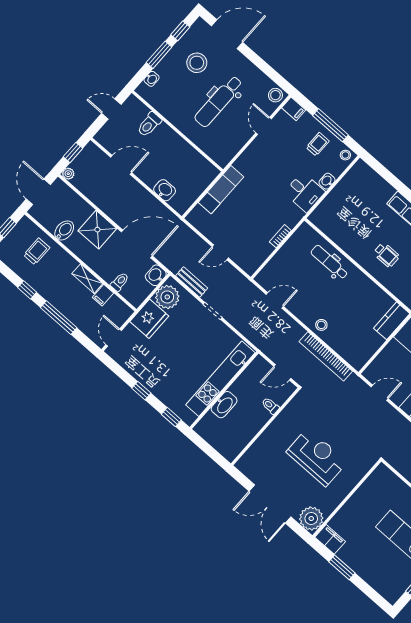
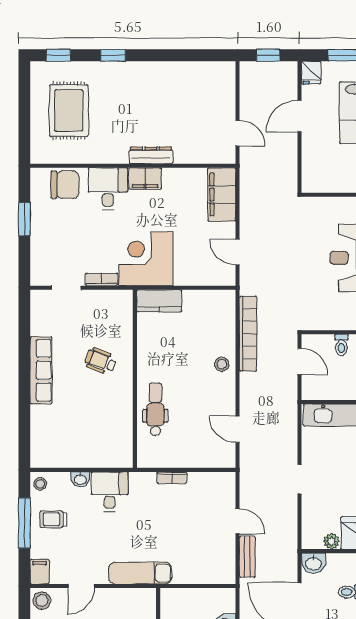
exam couch: (221, 190) -> (140, 573), moved
wheelchair: (386, 255) -> (101, 361), turned -69
dental chair: (329, 262) -> (155, 409), turned 180
bench: (192, 282) -> (247, 557), moved
plant: (167, 297) -> (331, 541), width x0.53, depth x0.53

